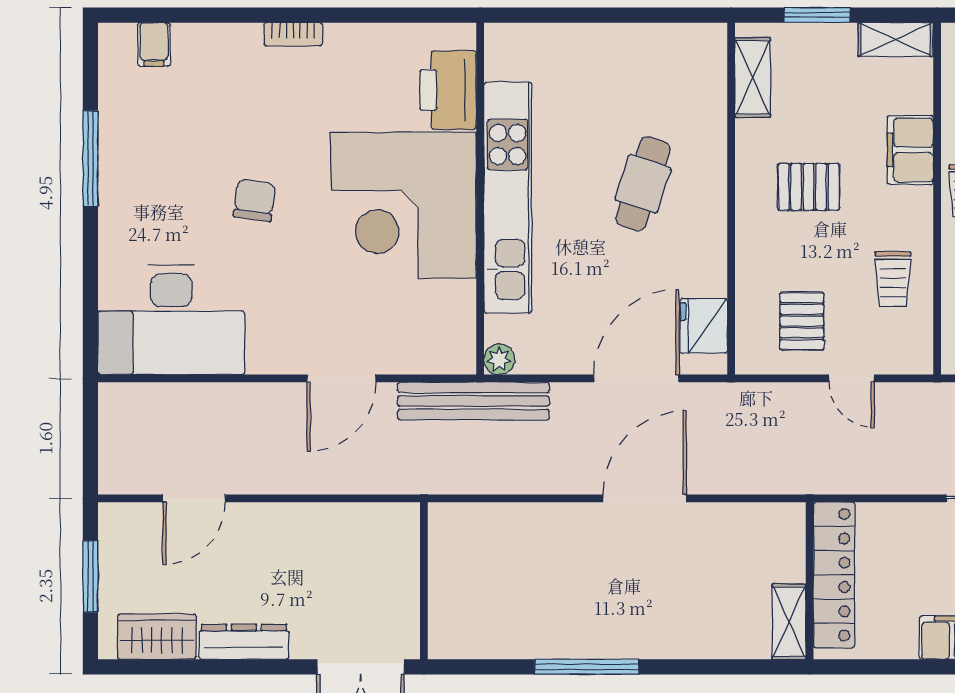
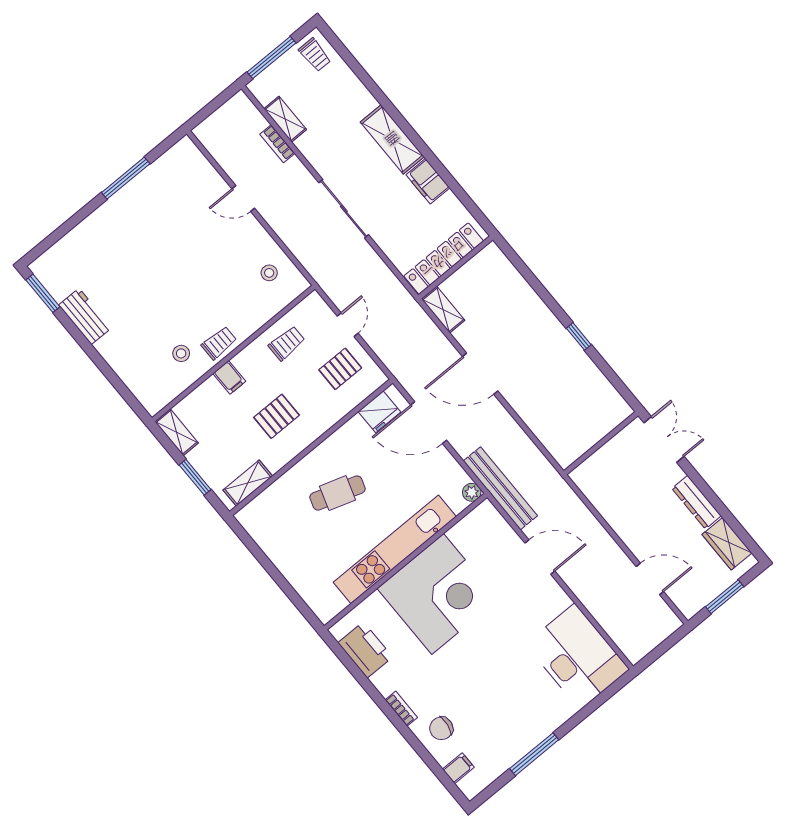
printer: (448, 90) -> (365, 650), moved, turned -90
filing cabinet: (910, 150) -> (229, 377), width x0.50
pallet: (809, 187) -> (277, 416), turned 90
chair: (254, 200) -> (441, 728), moved
shelving: (789, 622) -> (443, 310), moved, turned 90
window: (587, 667) -> (579, 336), width x0.46

